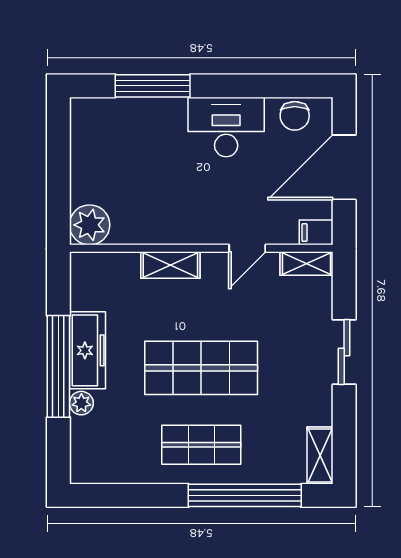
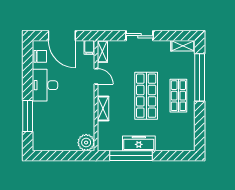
window: (58, 366) -> (131, 156), moved
plant: (81, 403) -> (161, 146), removed

